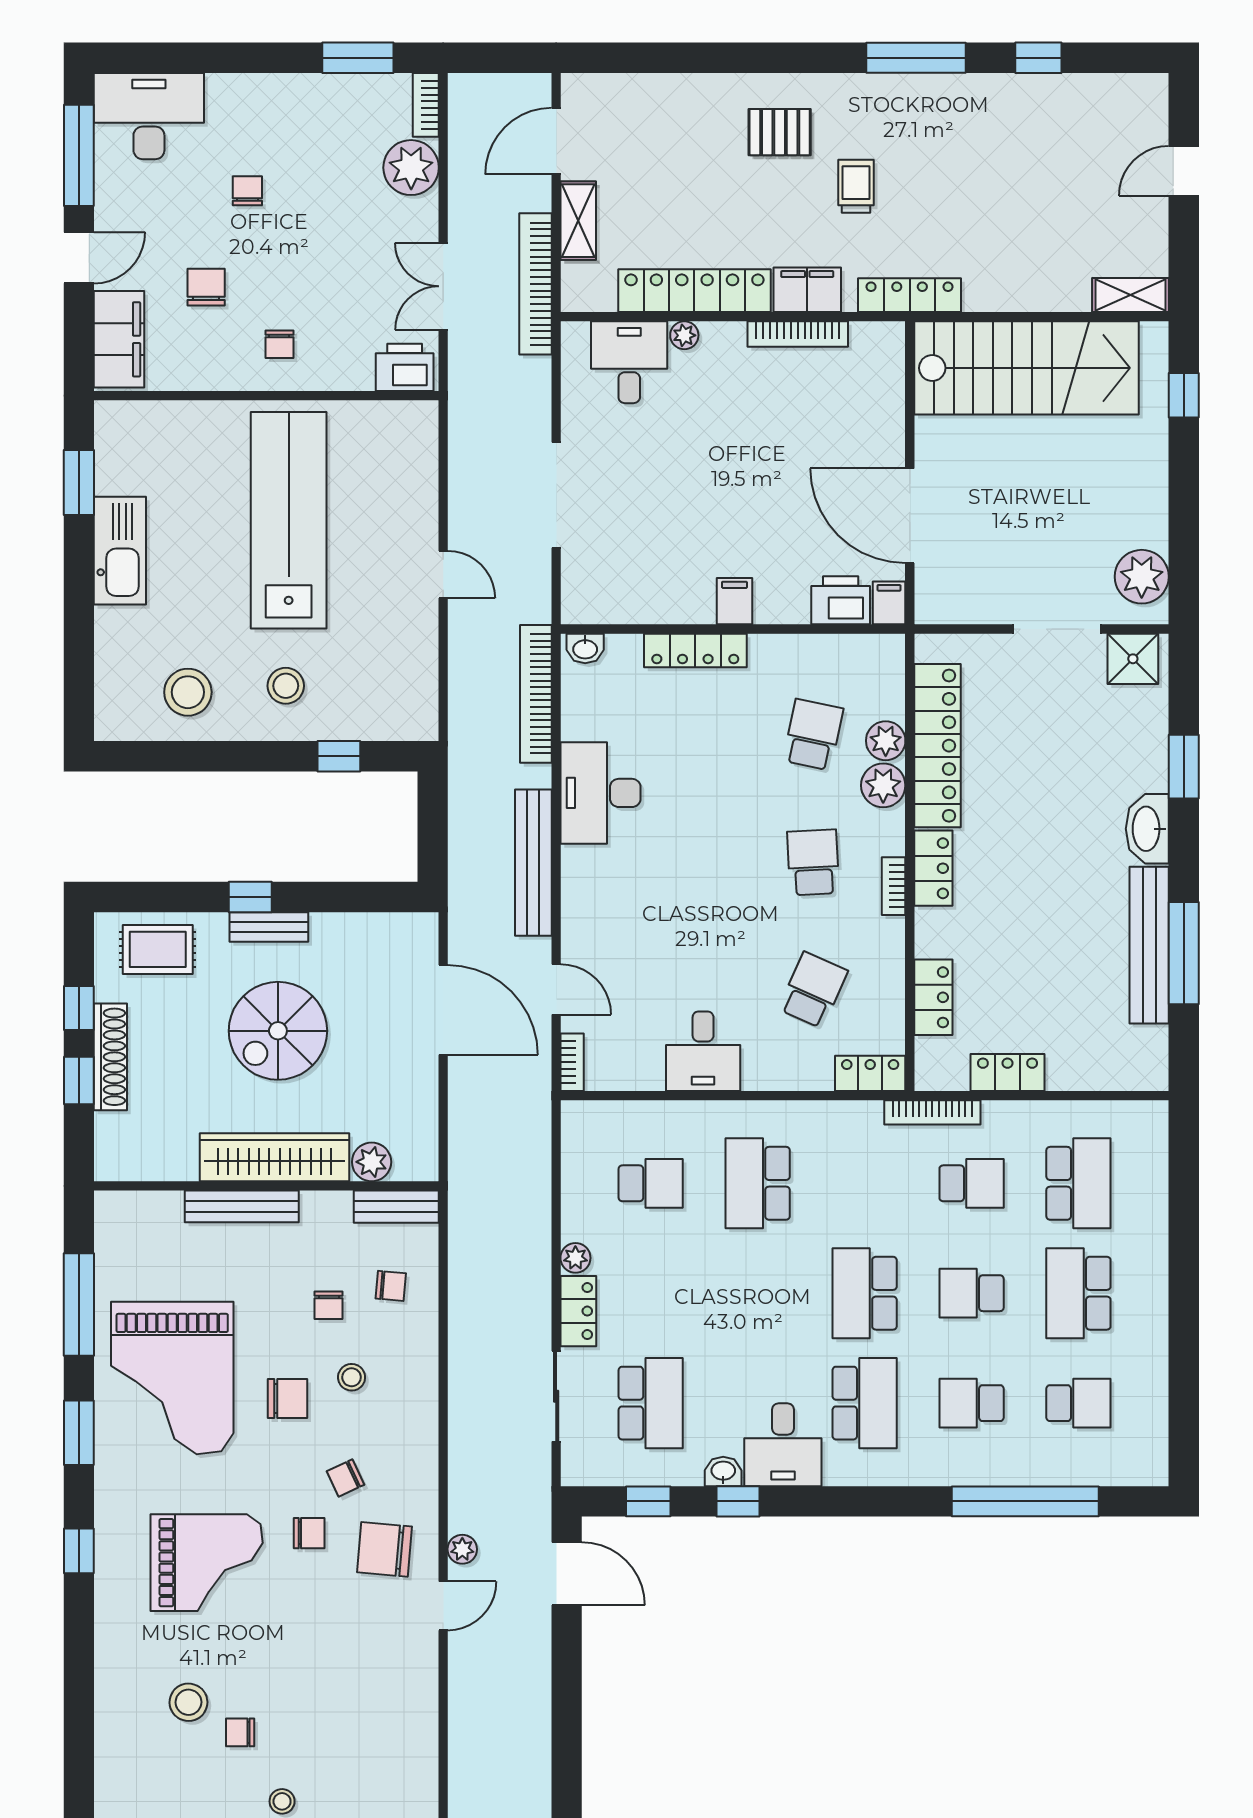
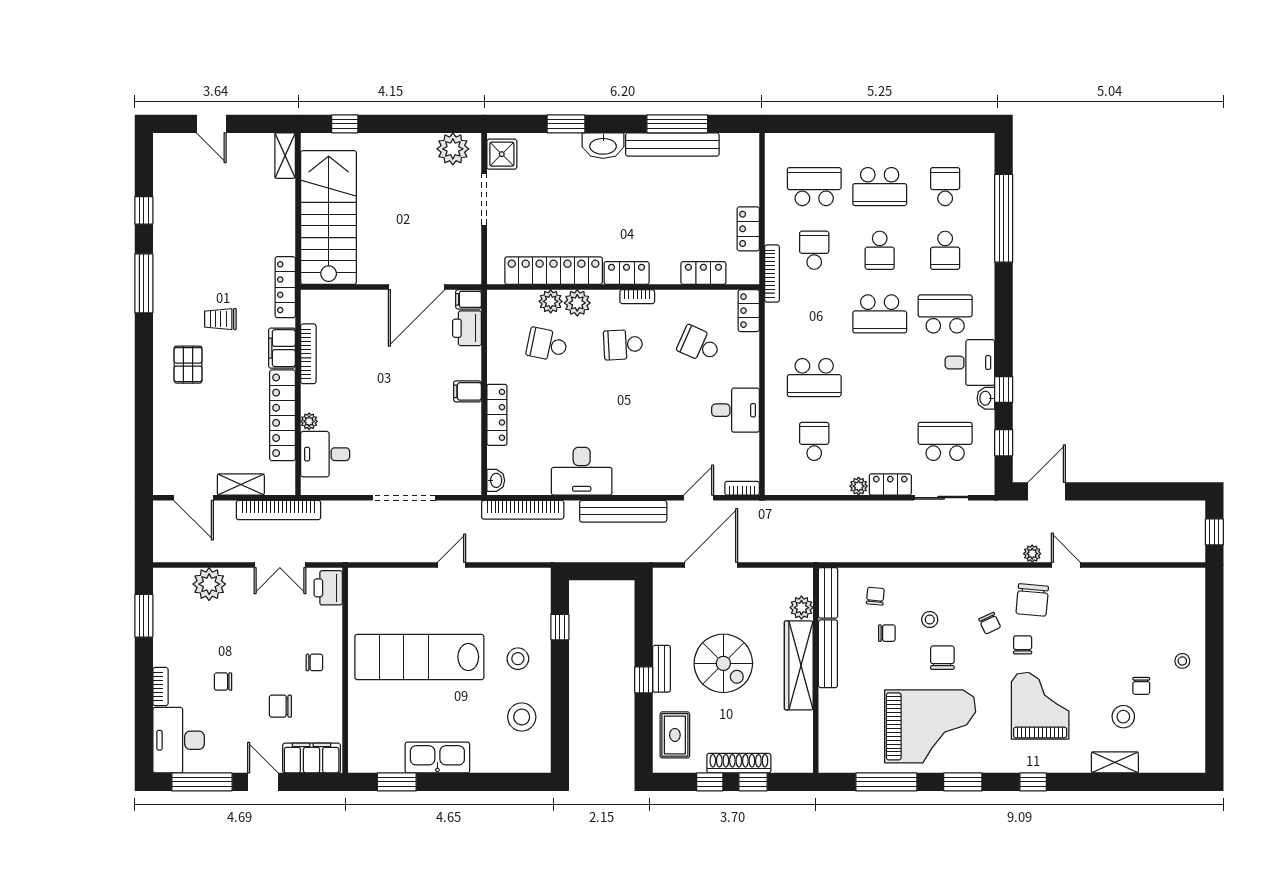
bookcase: (426, 105) -> (160, 687), moved, turned -90
bench: (242, 1206) -> (828, 654), moved
shelving: (112, 1688) -> (1115, 762), added

